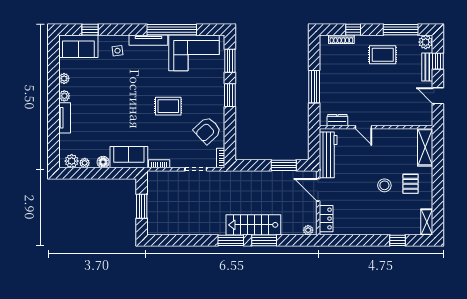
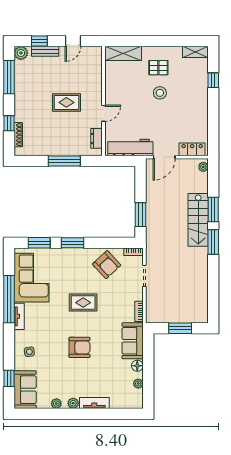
tv unit: (148, 40) -> (19, 316), width x0.71
rug: (383, 55) -> (66, 102), moved, turned 90
armchair: (122, 102) -> (80, 347), added
rug: (168, 106) -> (83, 303), turned 90
plant: (72, 161) -> (136, 396), removed
window: (284, 165) -> (141, 215), moved

